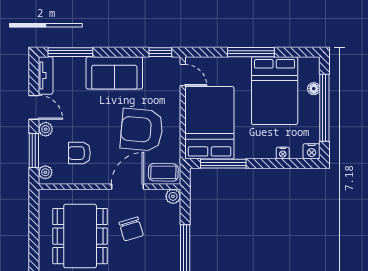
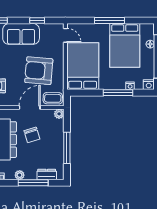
window: (160, 52) -> (37, 20), moved
window: (223, 164) -> (118, 93), moved

